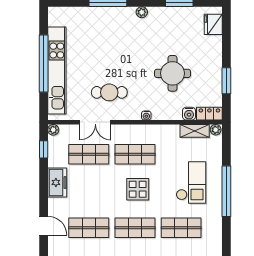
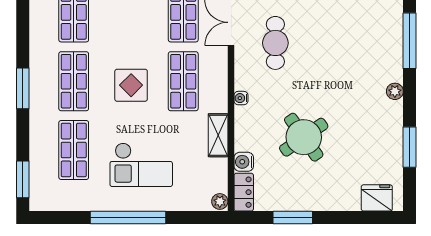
round table: (173, 73) -> (304, 137), turned -35
shelving: (195, 131) -> (218, 135), moved

